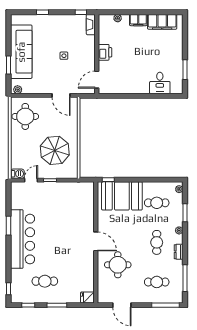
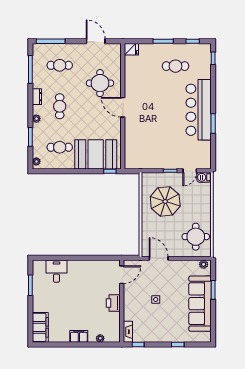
filing cabinet: (162, 22) -> (40, 327), moved, turned 90

